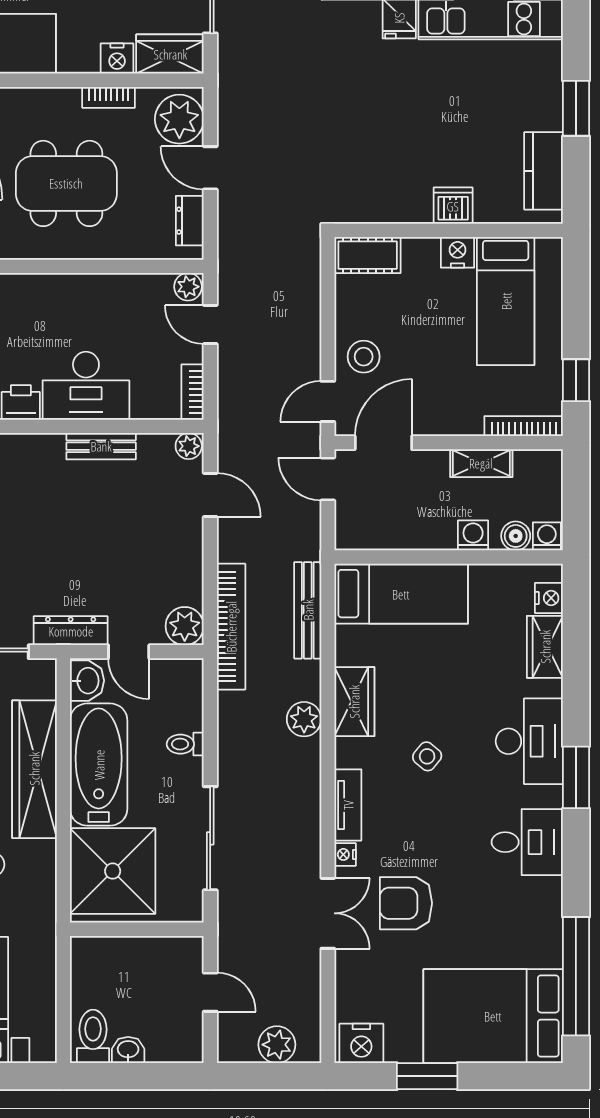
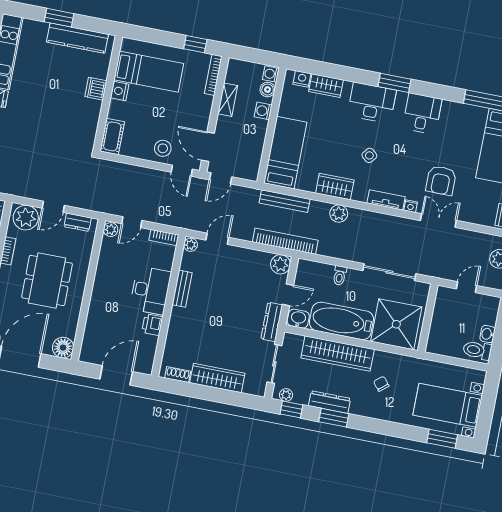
kitchen counter: (544, 171) -> (77, 38), width x1.50

